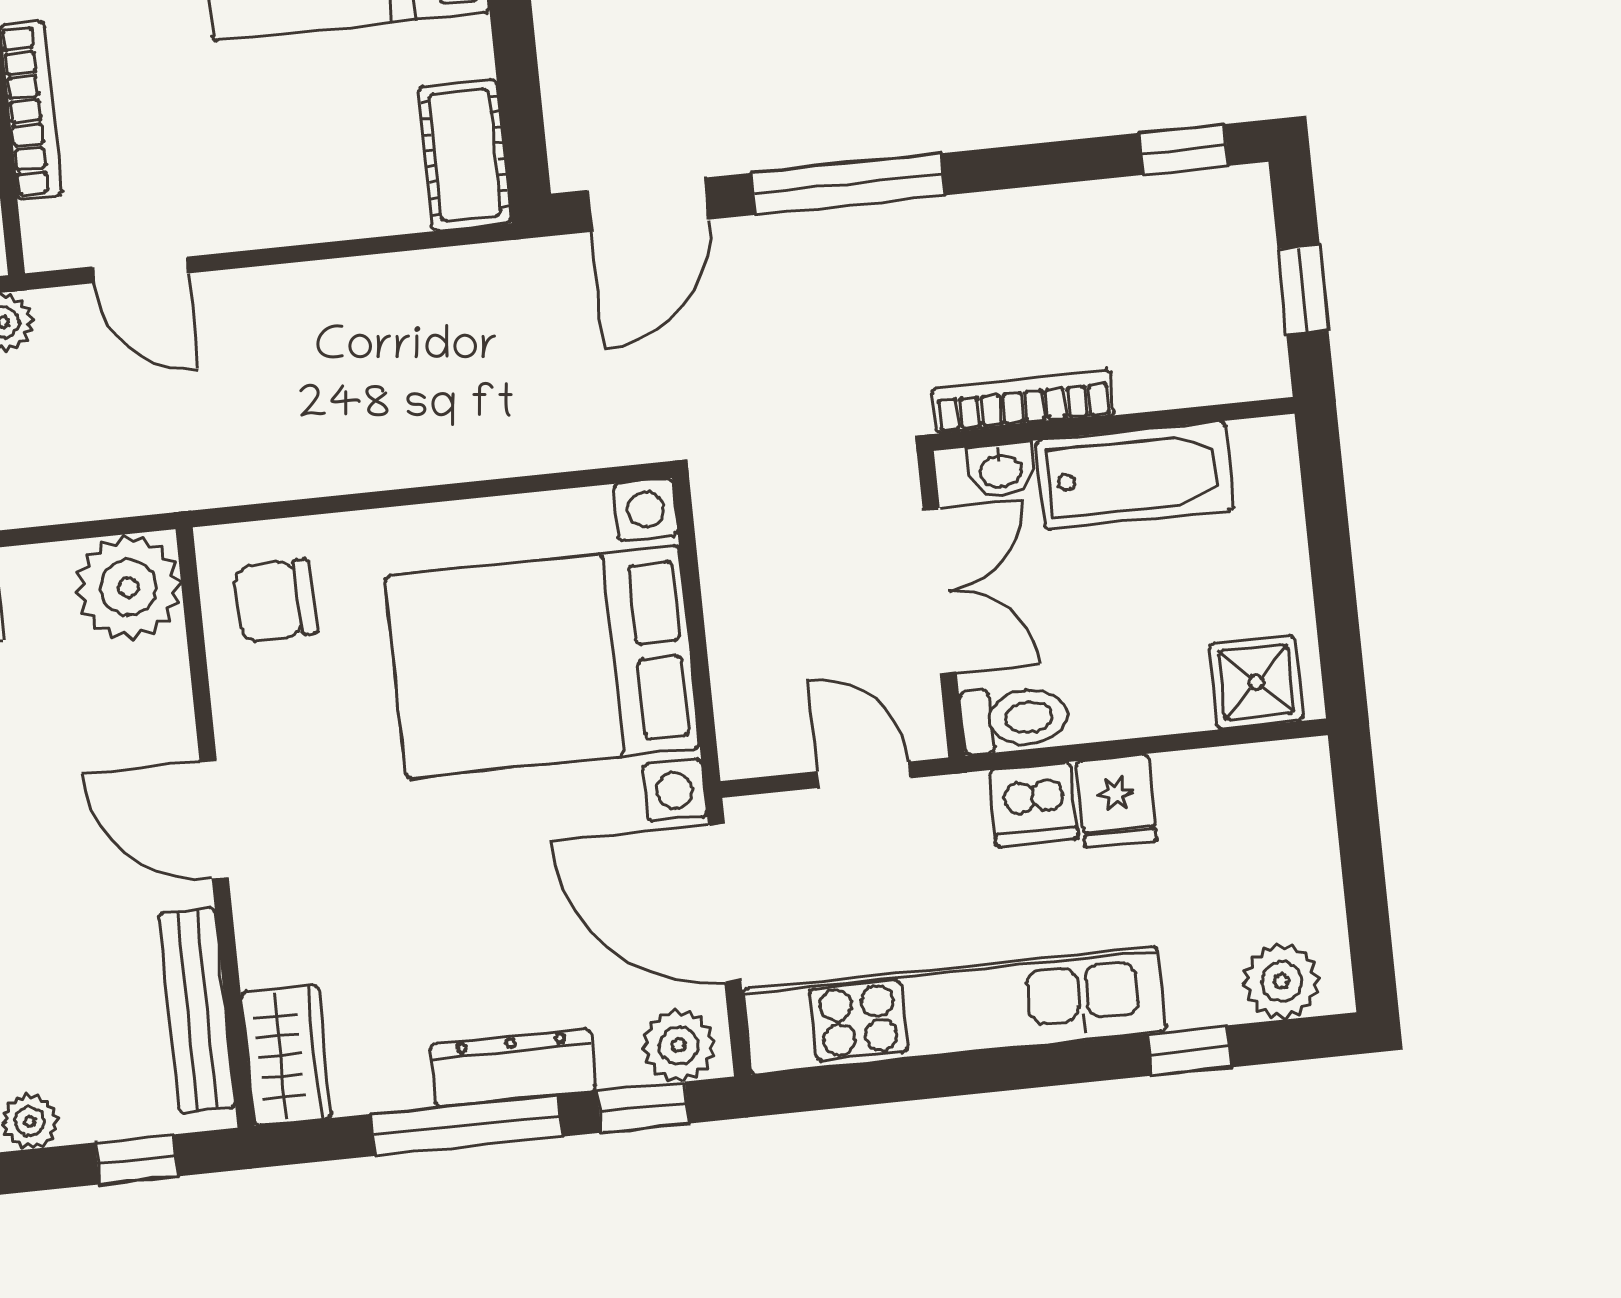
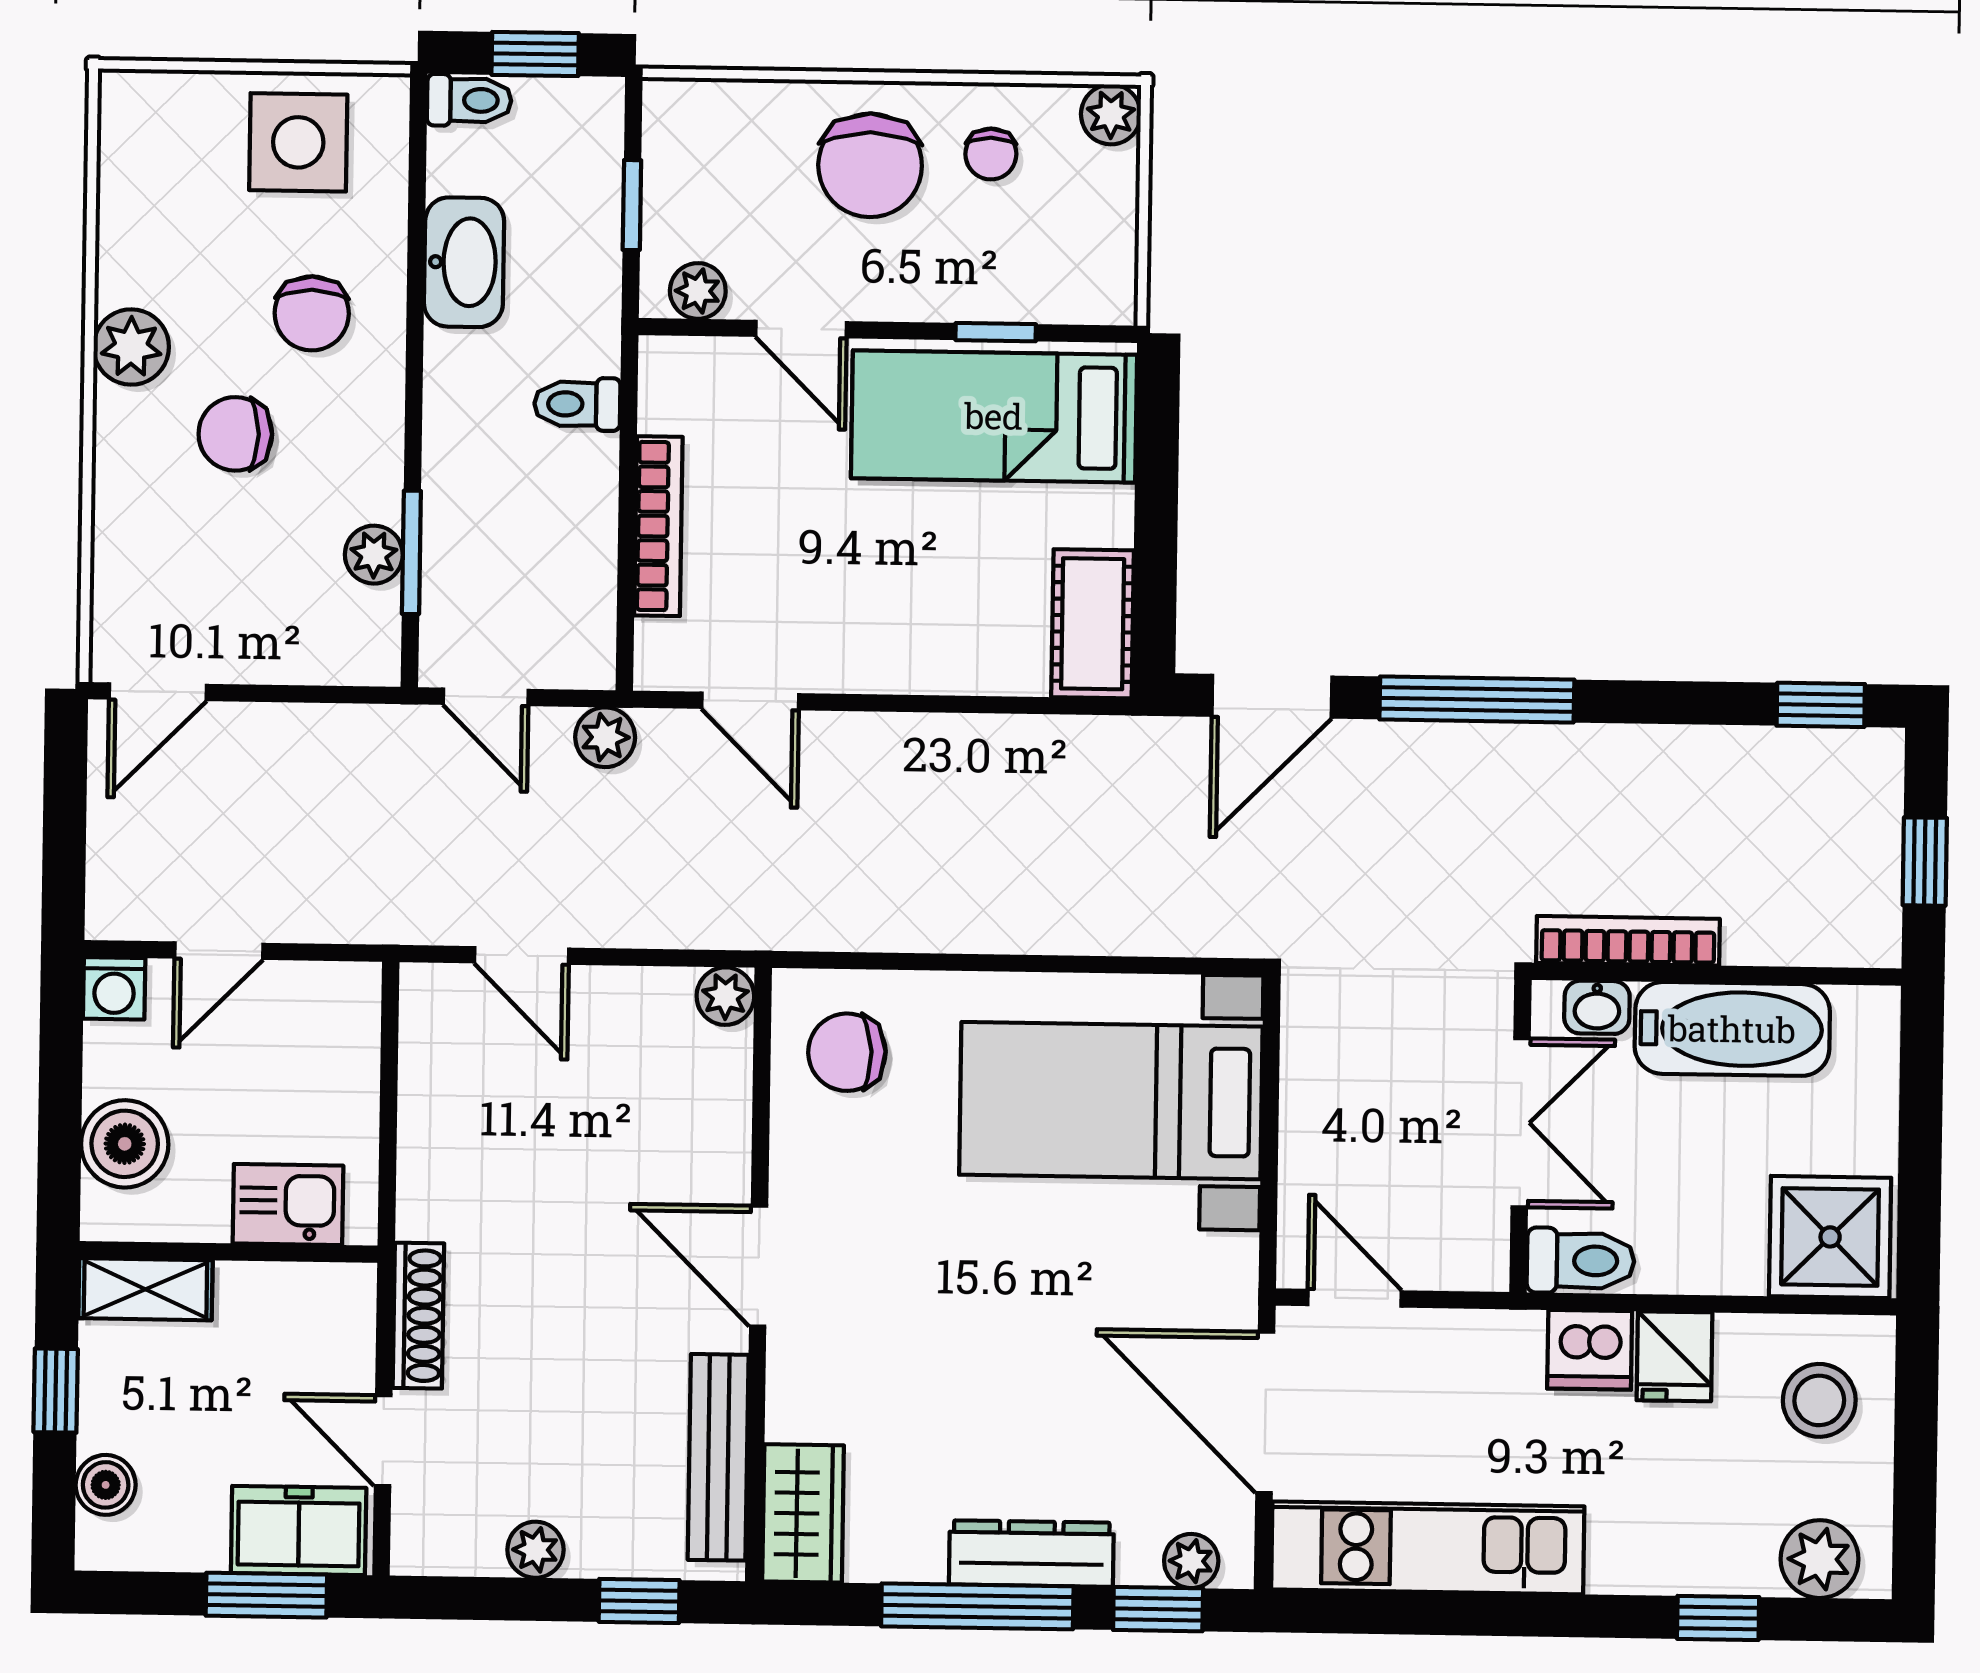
plant: (128, 587) -> (725, 996), width x0.53, depth x0.53
bed with nightstands: (543, 662) -> (1111, 1101), width x0.73
shower: (1256, 682) -> (1830, 1237), width x1.36, depth x1.36
door: (864, 775) -> (1354, 1298), moved
stool: (1263, 827) -> (1819, 1400), added
kitchen unit: (954, 1010) -> (1428, 1548), width x0.73
plant: (679, 1045) -> (1191, 1561), width x0.73, depth x0.73

